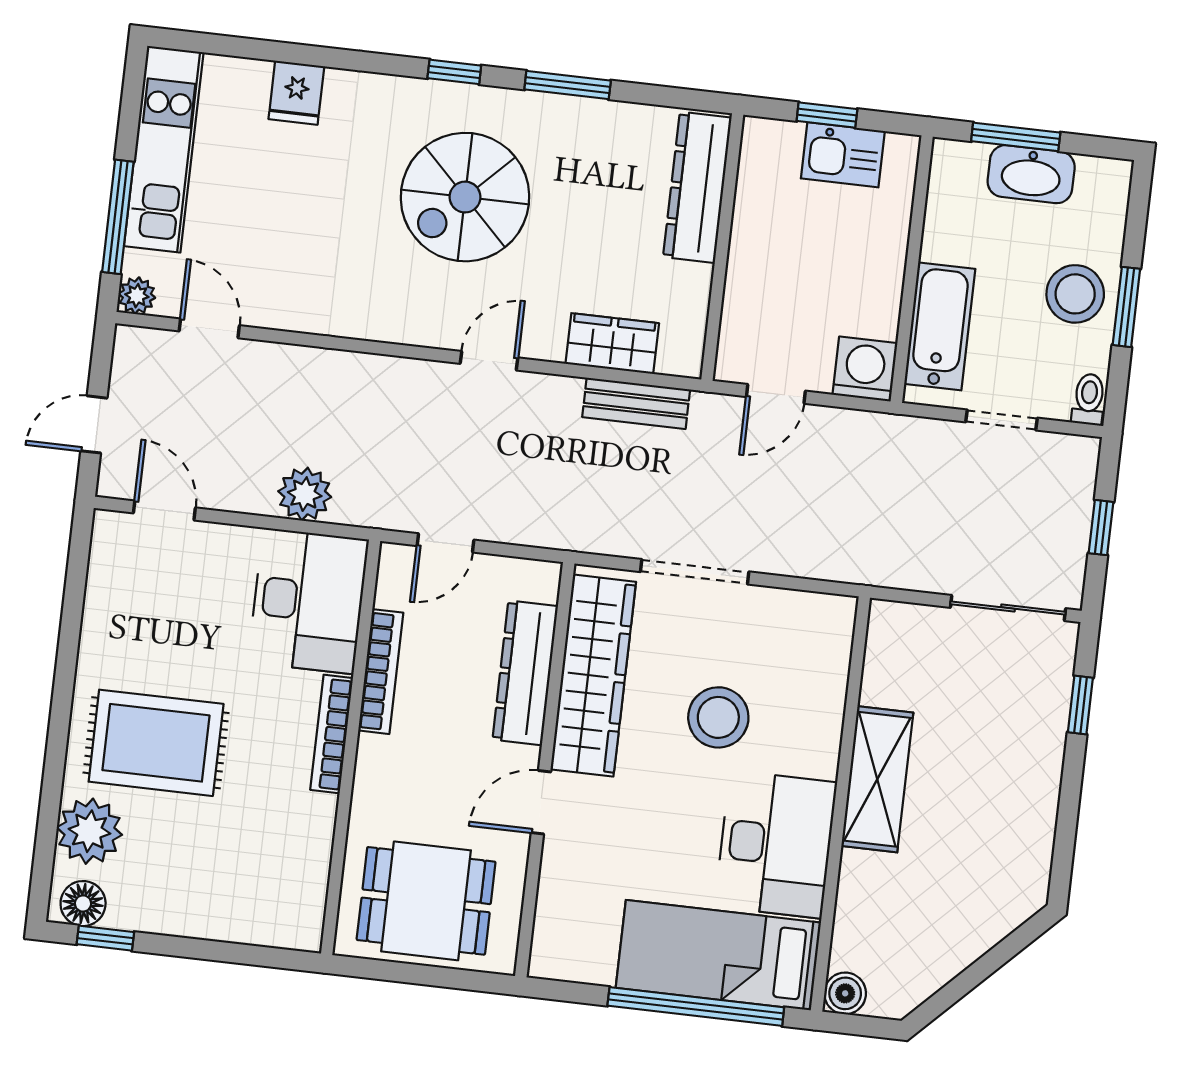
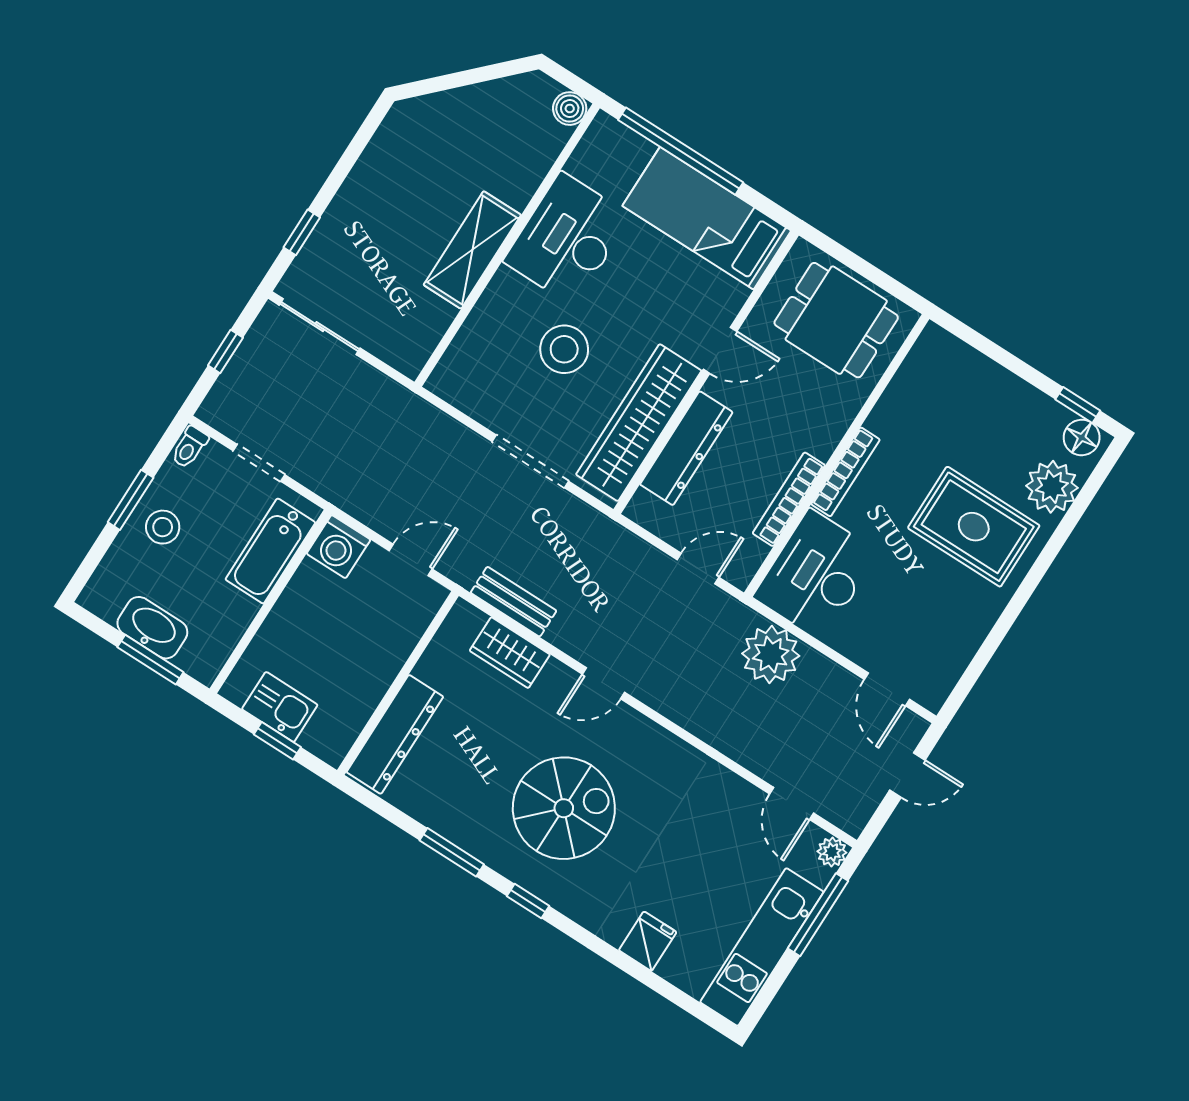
stool: (1075, 294) -> (163, 527), width x0.73, depth x0.73
plant: (305, 494) -> (771, 655), width x1.36, depth x1.36
bed: (718, 955) -> (707, 218), moved, turned 180

